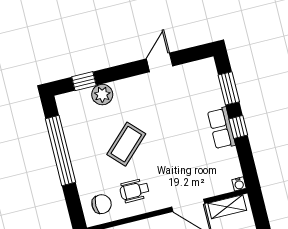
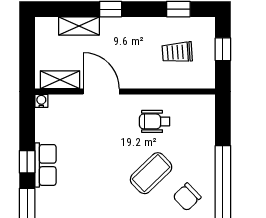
wheelchair: (134, 190) -> (155, 121), turned 180
chair: (102, 204) -> (187, 197), moved, turned -44

